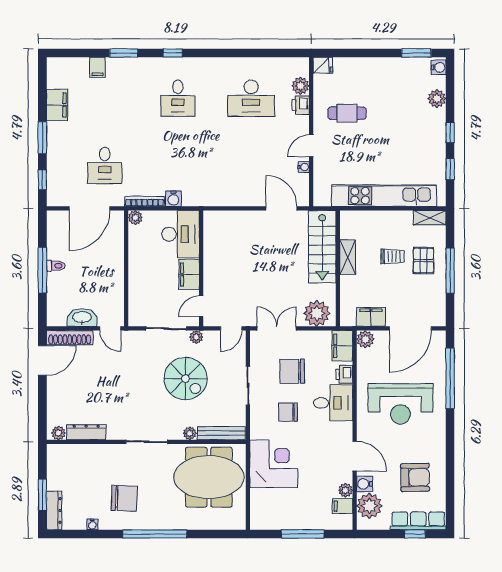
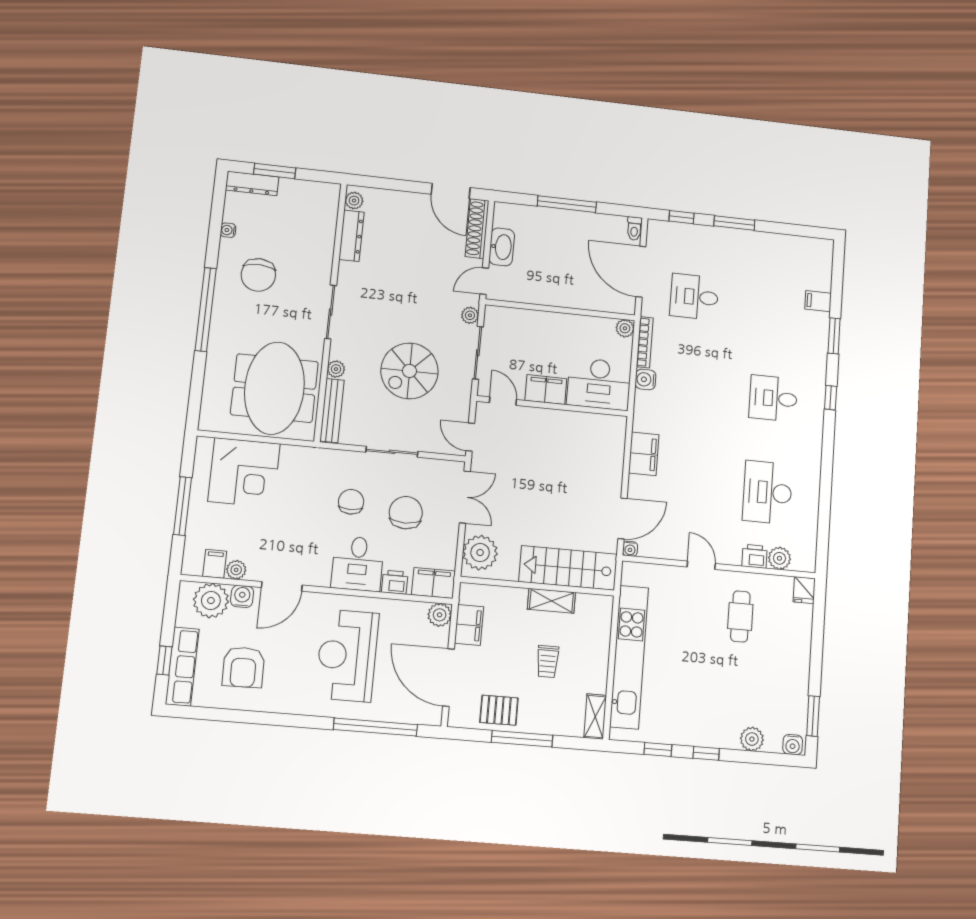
filing cabinet: (57, 105) -> (644, 454), moved, turned -90
water cooler: (304, 167) -> (630, 549), moved
pallet: (424, 261) -> (499, 710), moved
toilet: (56, 266) -> (634, 229), moved
plant: (196, 337) -> (470, 315), moved
corner desk: (274, 464) -> (244, 472), moved

